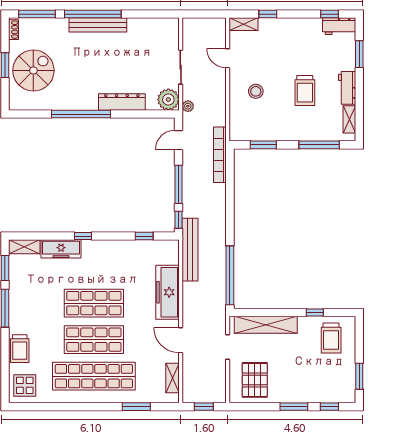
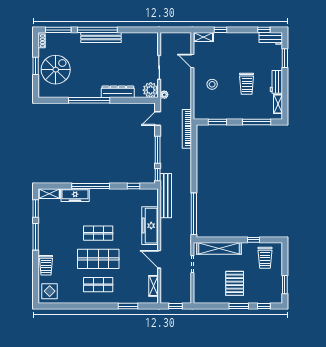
window: (83, 236) -> (91, 186), width x3.17
shop shelf: (94, 303) -> (98, 233), width x0.70, depth x0.74
shop shelf: (94, 376) -> (98, 285), width x0.50, depth x0.74
pallet: (255, 380) -> (235, 283), moved

